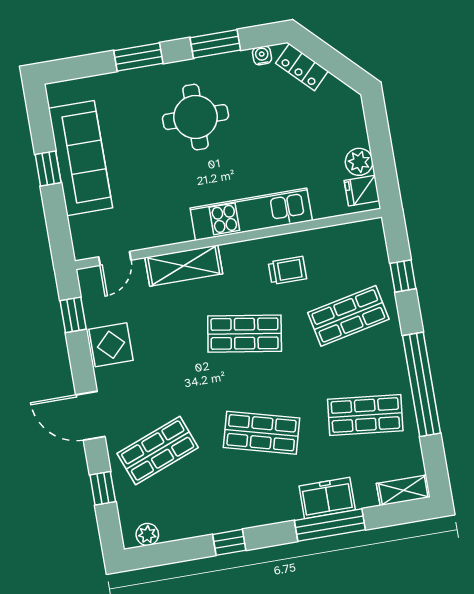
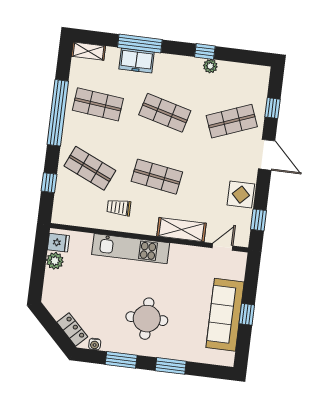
shop shelf: (348, 316) -> (90, 168), turned 36
plant: (147, 534) -> (210, 66), moved

